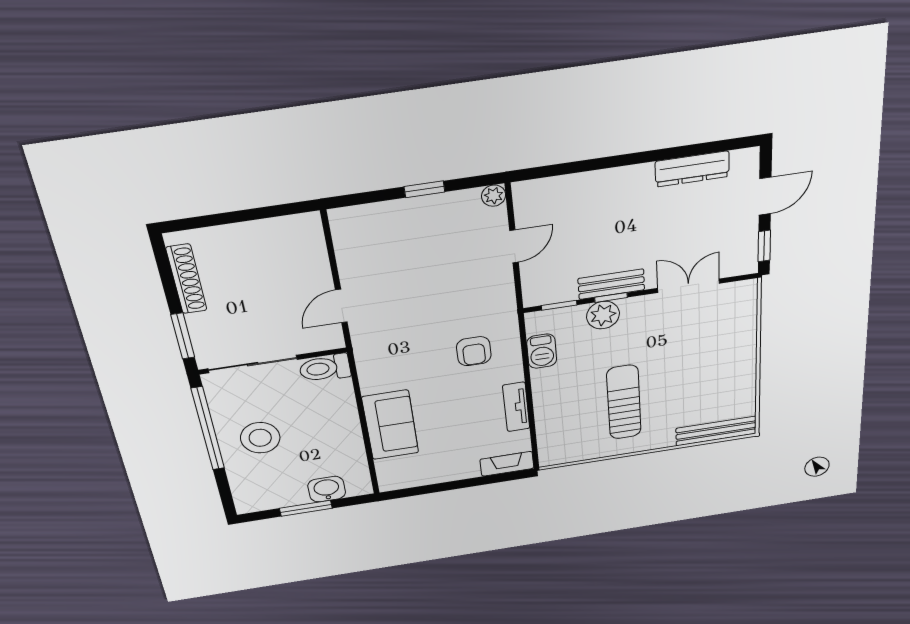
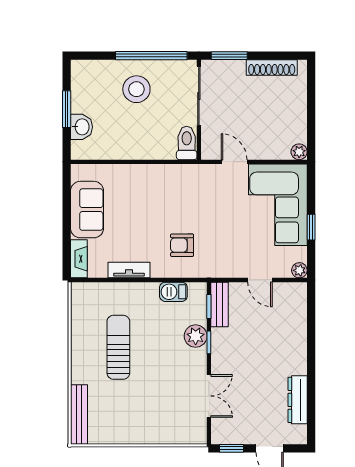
plant: (309, 223) -> (299, 152), added
corner sofa: (397, 240) -> (278, 205), added
bench: (611, 284) -> (219, 304), moved
sun lounger: (624, 402) -> (118, 347), turned -90
sofa: (390, 425) -> (87, 210), moved, turned -90

